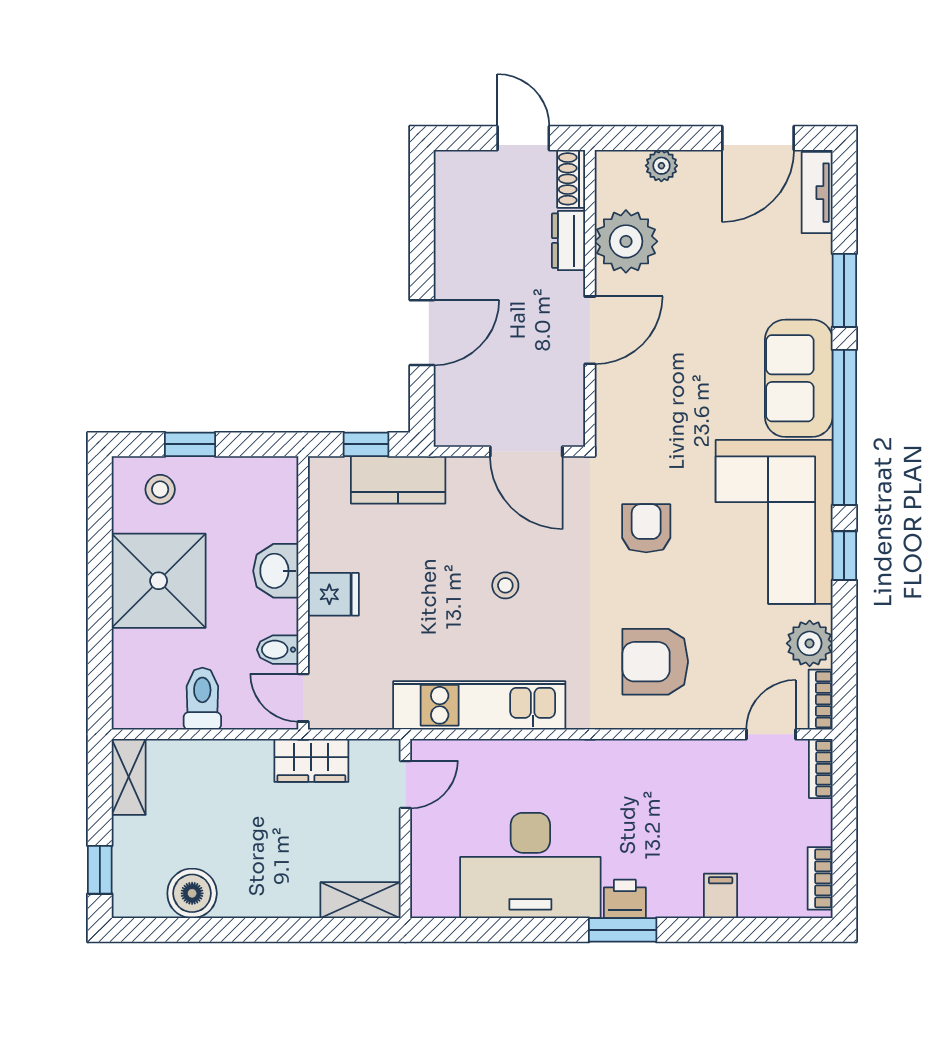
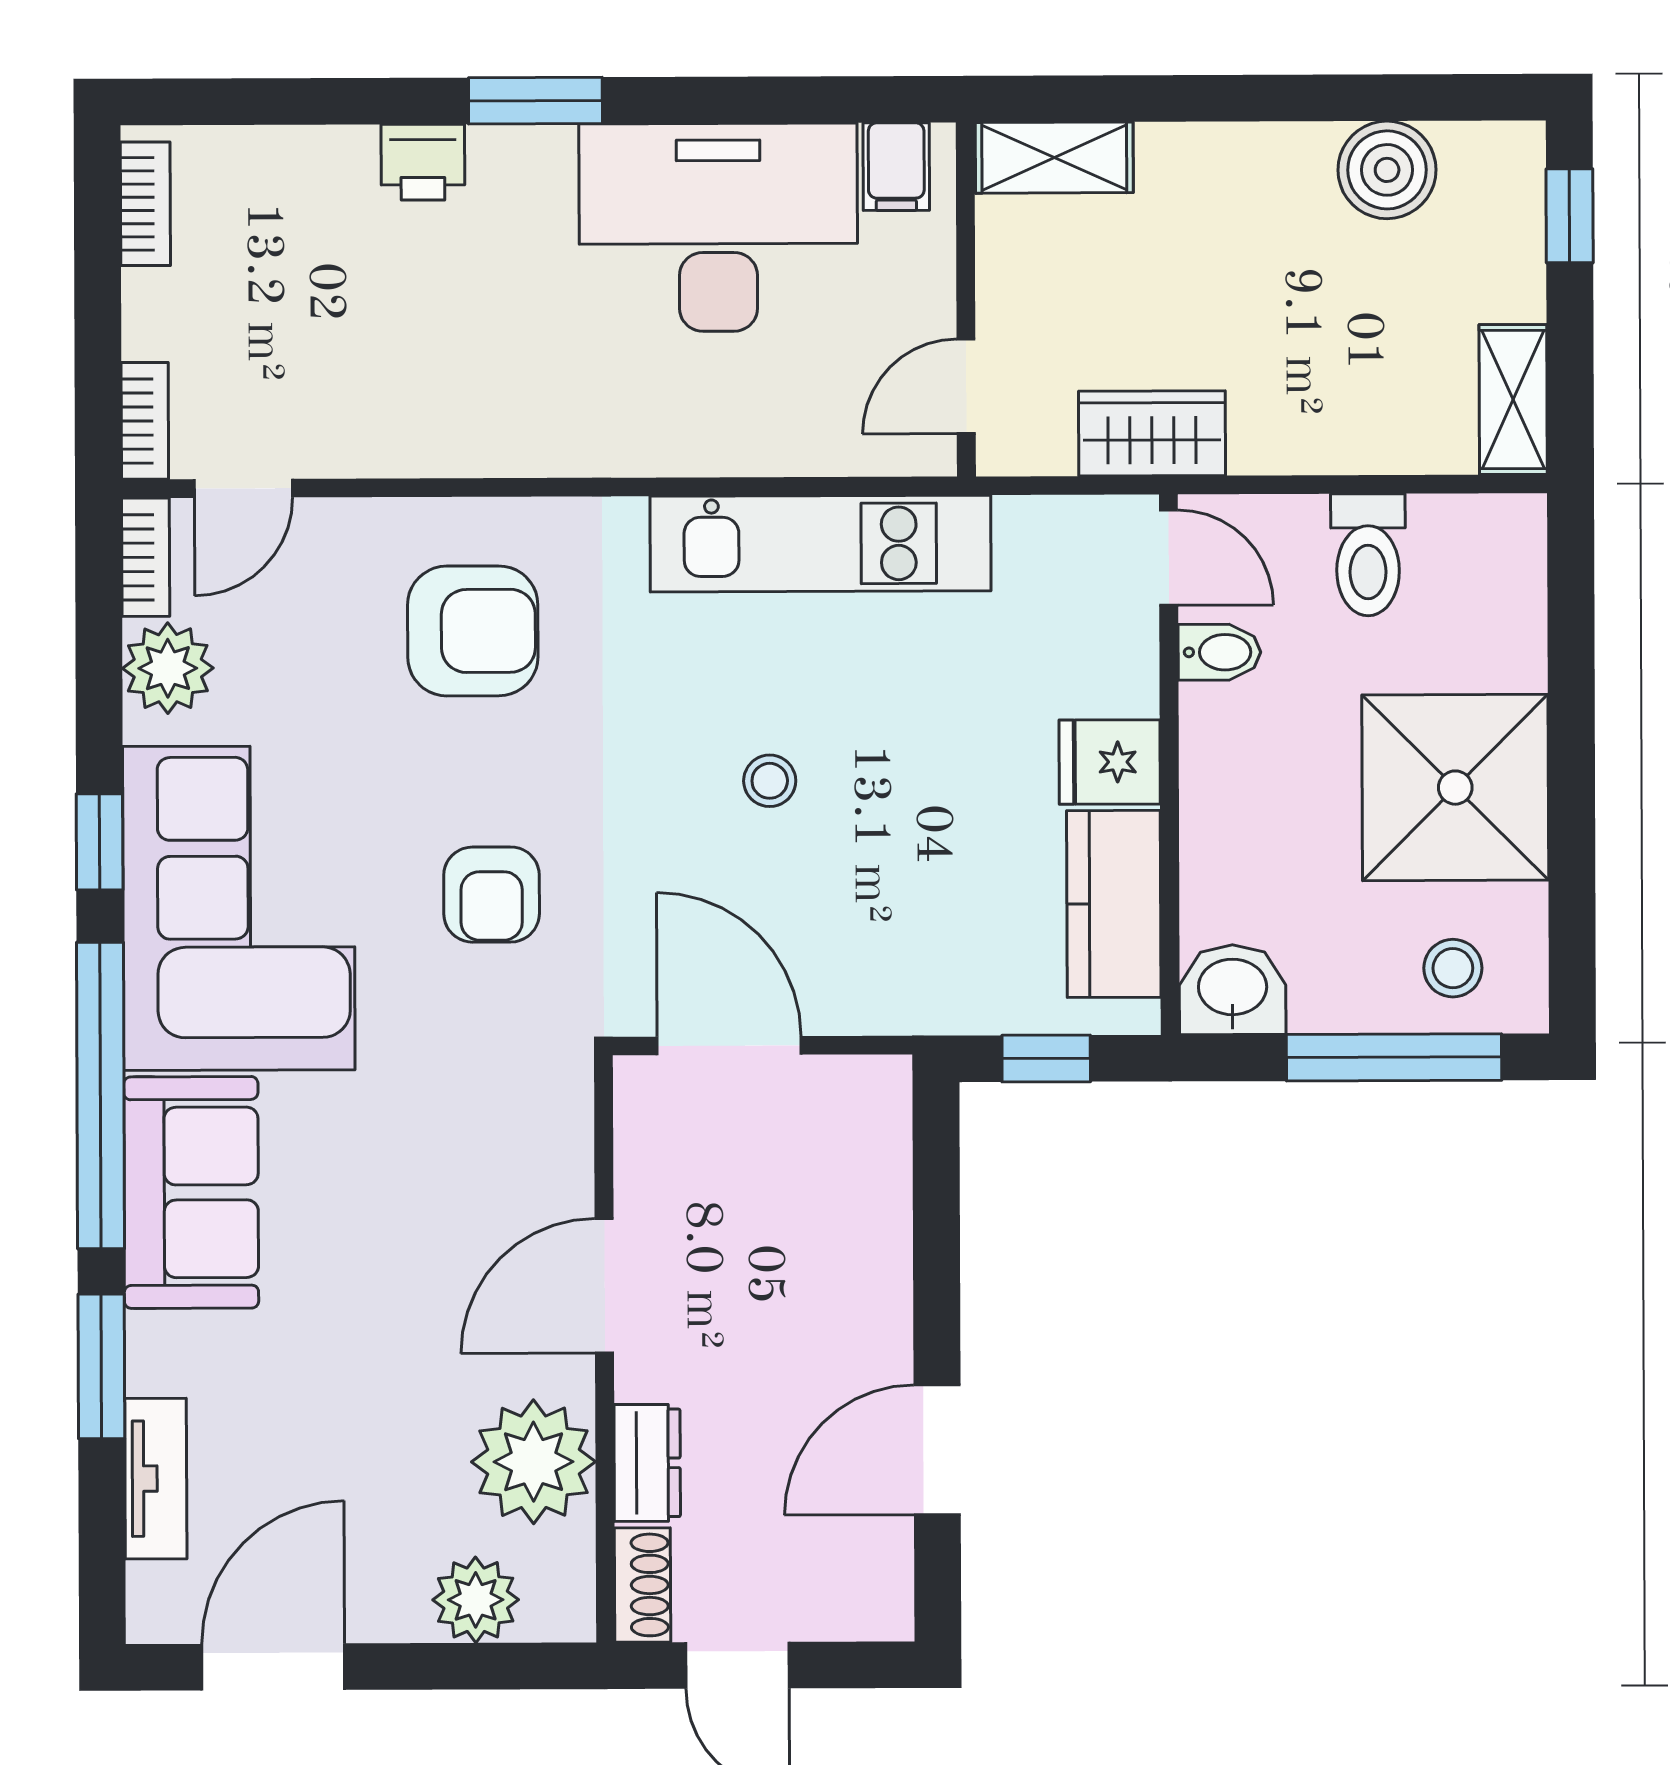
plant: (661, 166) -> (476, 1600), width x1.38, depth x1.38
tv unit: (817, 193) -> (156, 1479), moved
door: (422, 333) -> (937, 1450), moved
window: (190, 444) -> (1394, 1057), width x2.17
kitchen counter: (398, 480) -> (1114, 904), moved, turned -90
washbasin: (276, 571) -> (1233, 990), moved, turned -90
filing cabinet: (721, 896) -> (896, 167), moved
printer: (625, 899) -> (423, 162), moved

